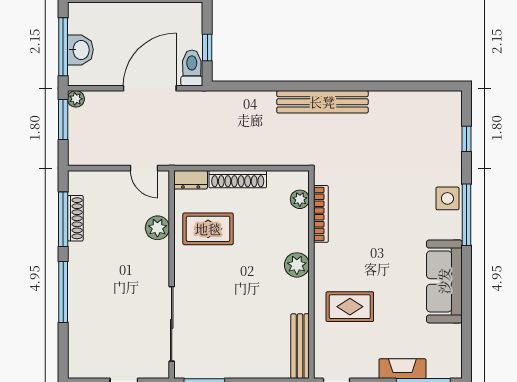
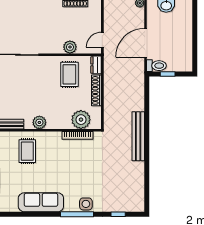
door: (150, 88) -> (145, 43), swing flipped
plant: (300, 199) -> (81, 120), width x1.87, depth x1.87
plant: (297, 265) -> (39, 122), moved

